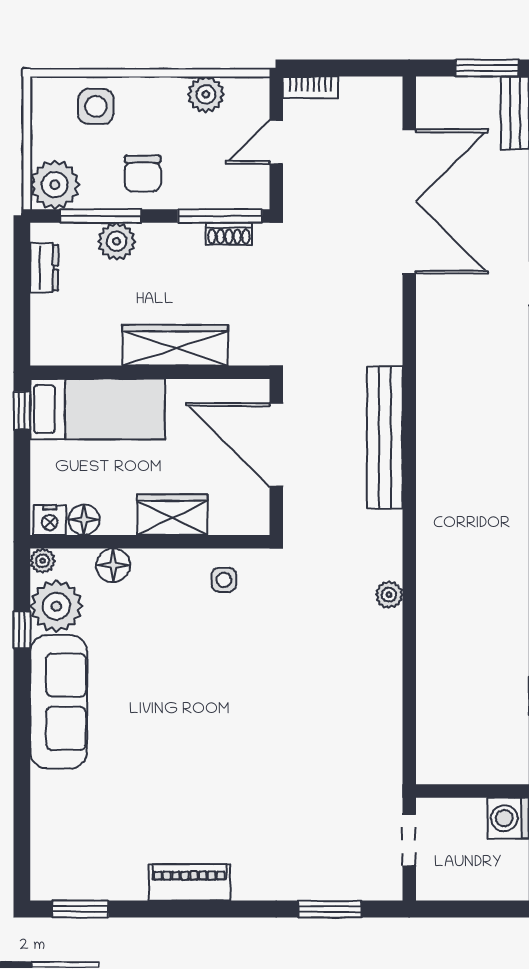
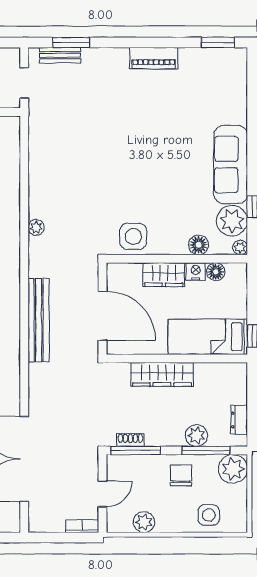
nightstand: (50, 520) -> (196, 271), moved
side table: (224, 580) -> (133, 236), width x1.87, depth x1.87
bench: (348, 887) -> (60, 55), added

